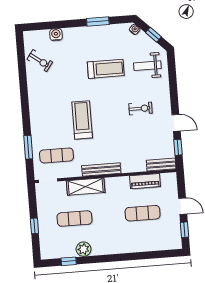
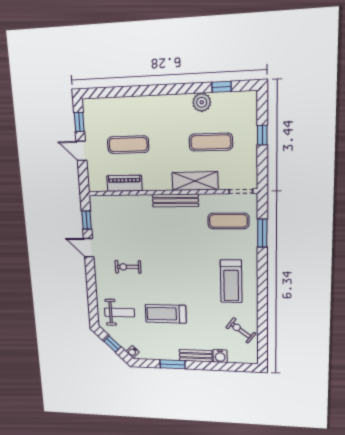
treadmill: (82, 120) -> (231, 281), moved
bench: (161, 165) -> (196, 356), moved

